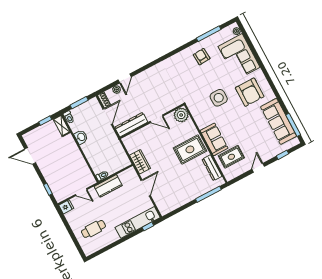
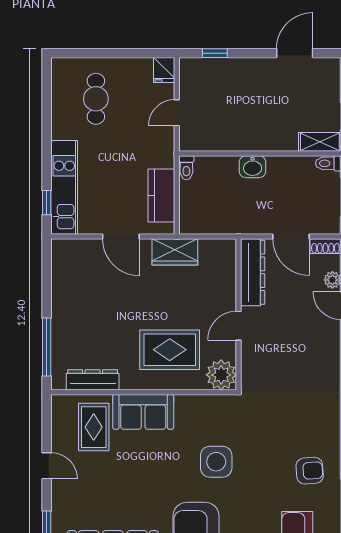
washbasin: (81, 137) -> (253, 167), moved
rug: (190, 149) -> (170, 350), moved, turned 90
kitchen counter: (108, 186) -> (161, 195), moved

